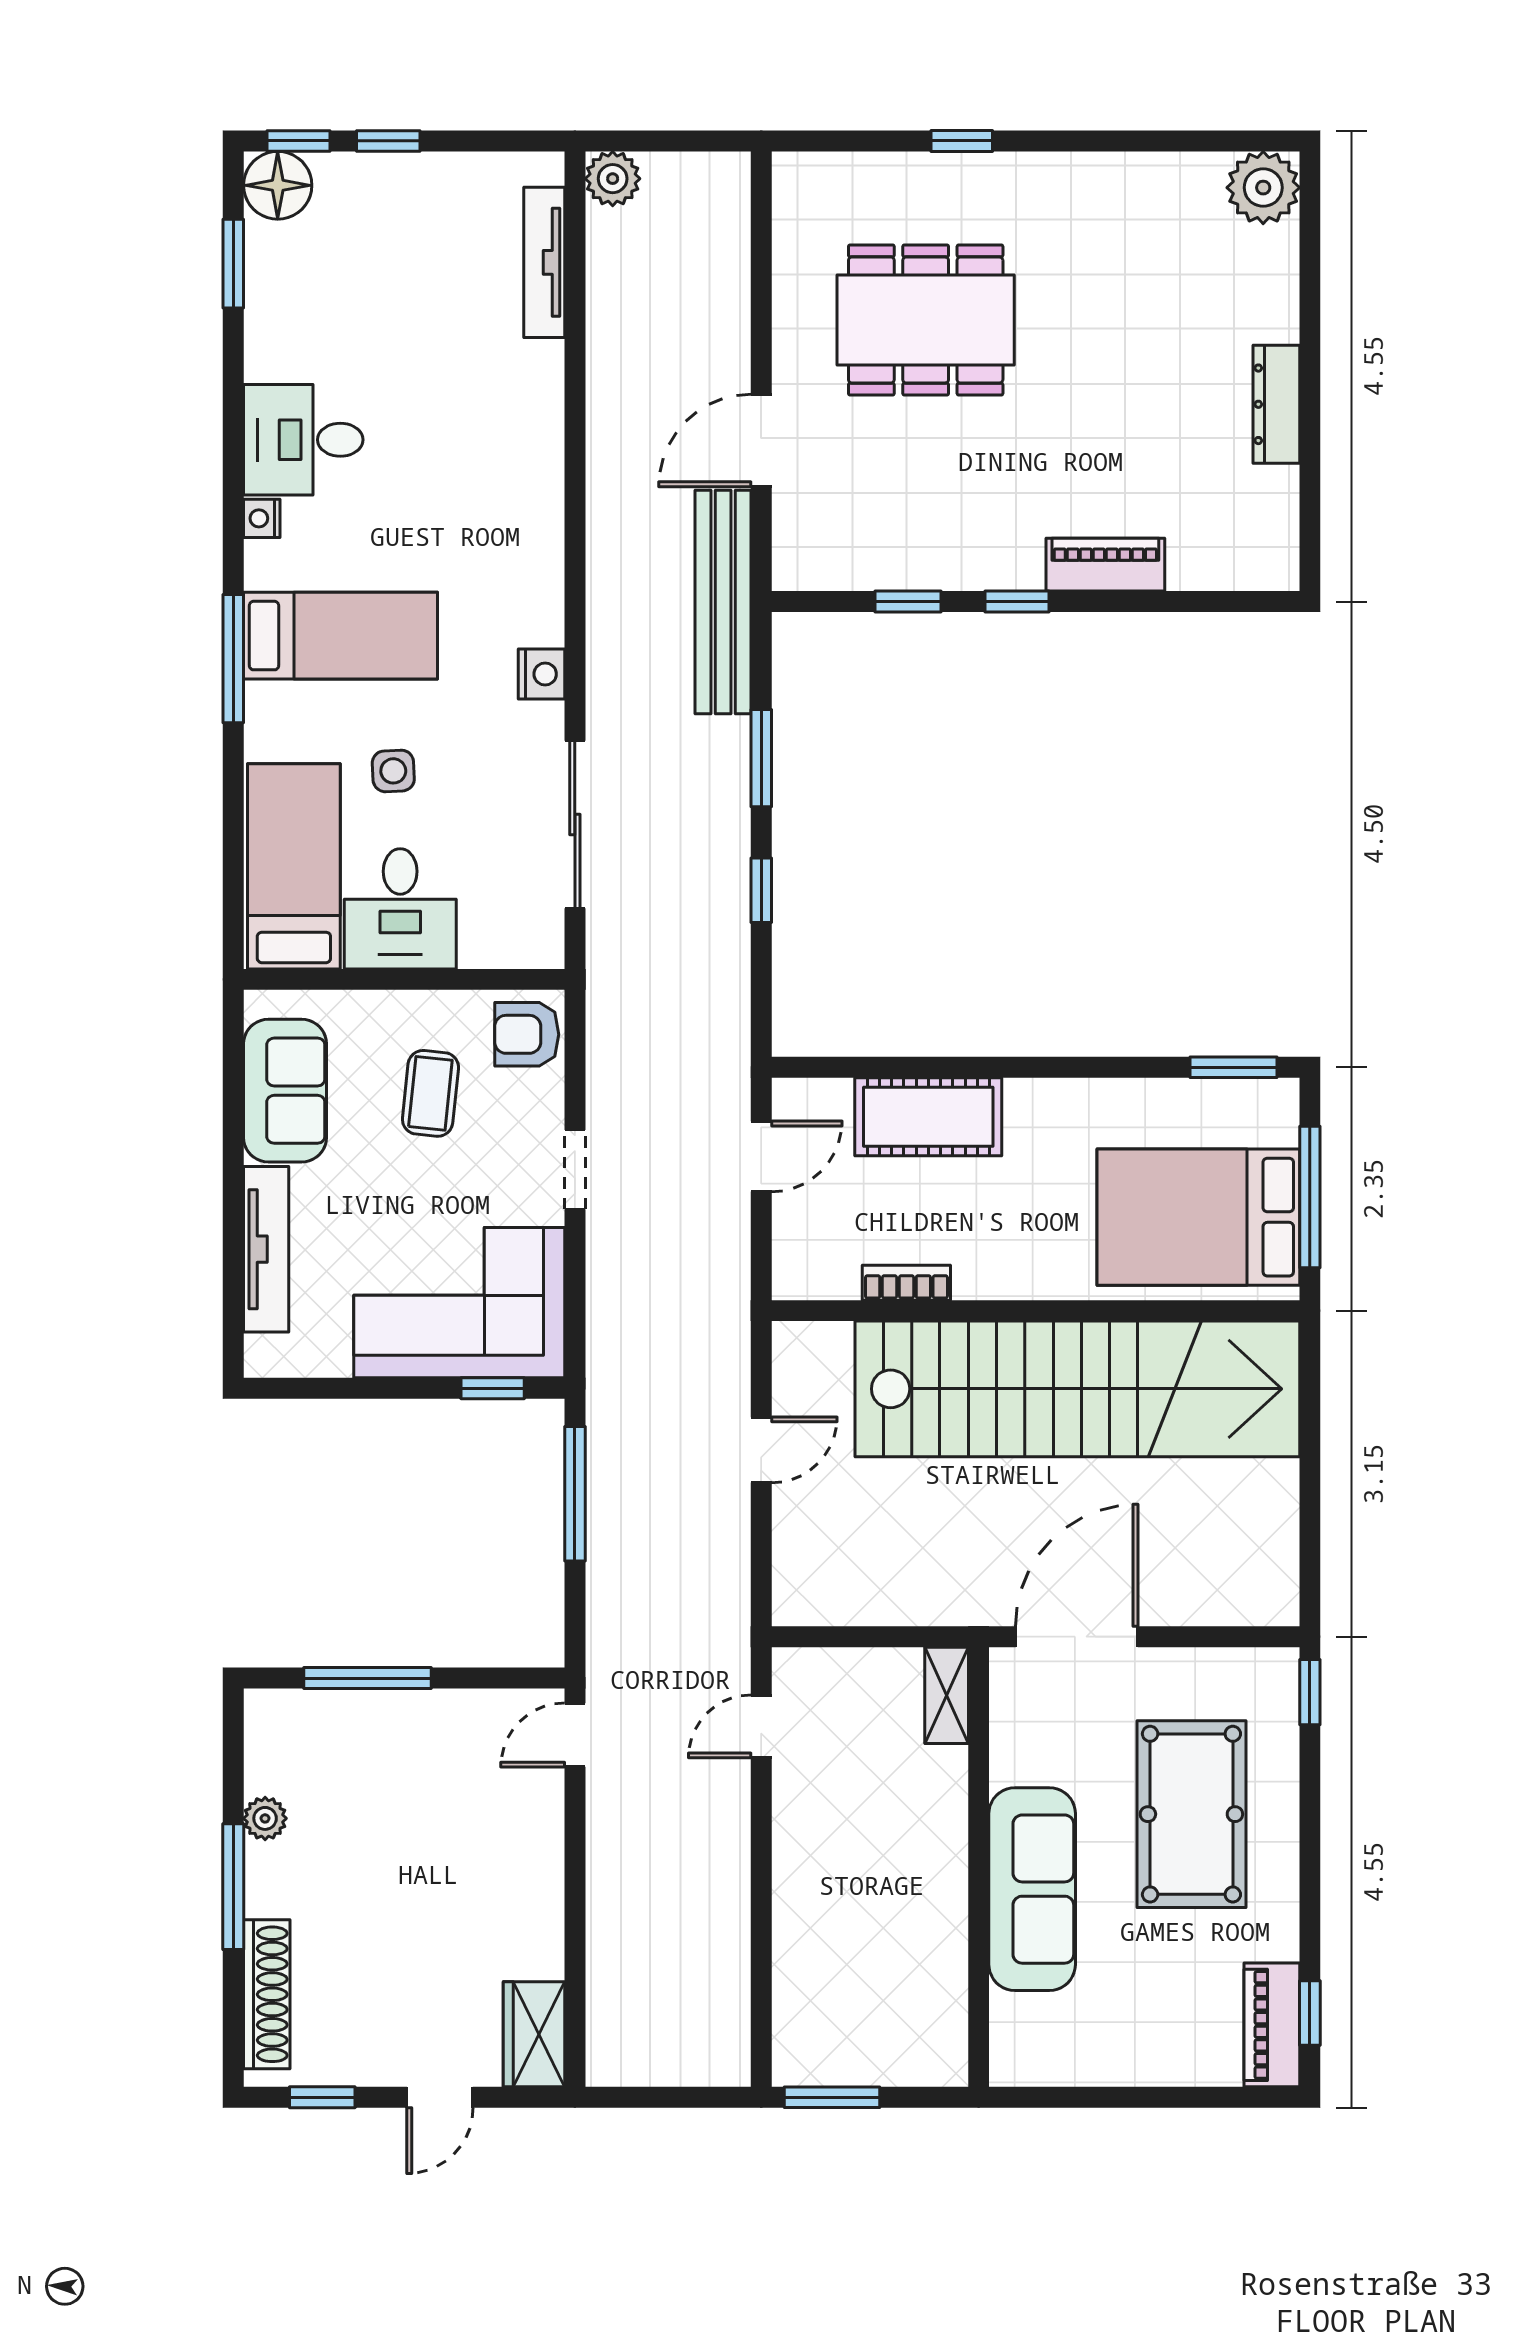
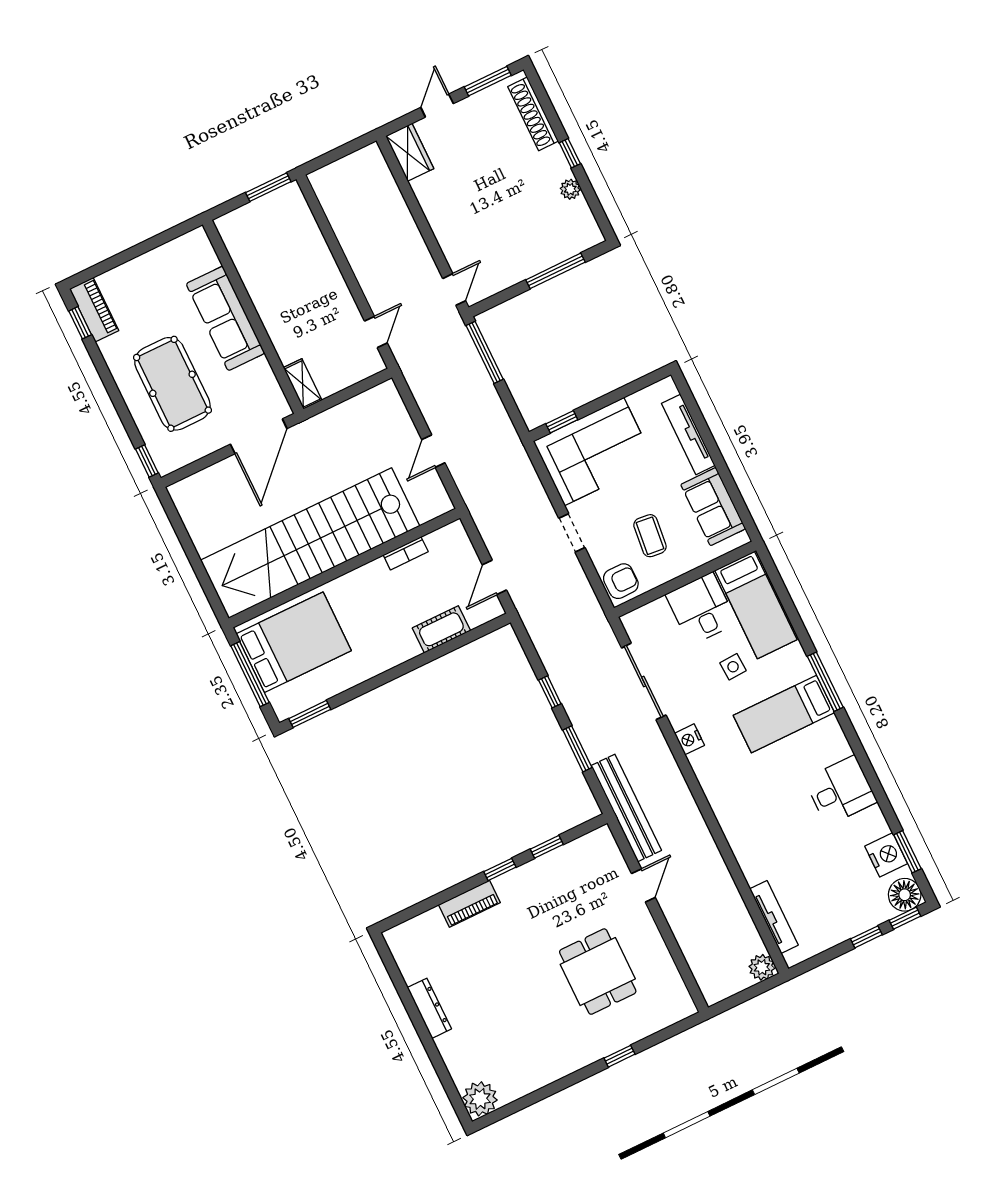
dining table: (926, 320) -> (598, 972), width x0.73
door: (761, 440) -> (643, 886), width x0.73
nightstand: (262, 518) -> (886, 855), moved, width x1.89, depth x1.79
cot: (928, 1117) -> (441, 629), width x0.73, depth x0.75
window: (575, 1494) -> (485, 352), moved
window: (233, 1887) -> (570, 153), width x0.46
window: (322, 2097) -> (488, 81), width x1.50

